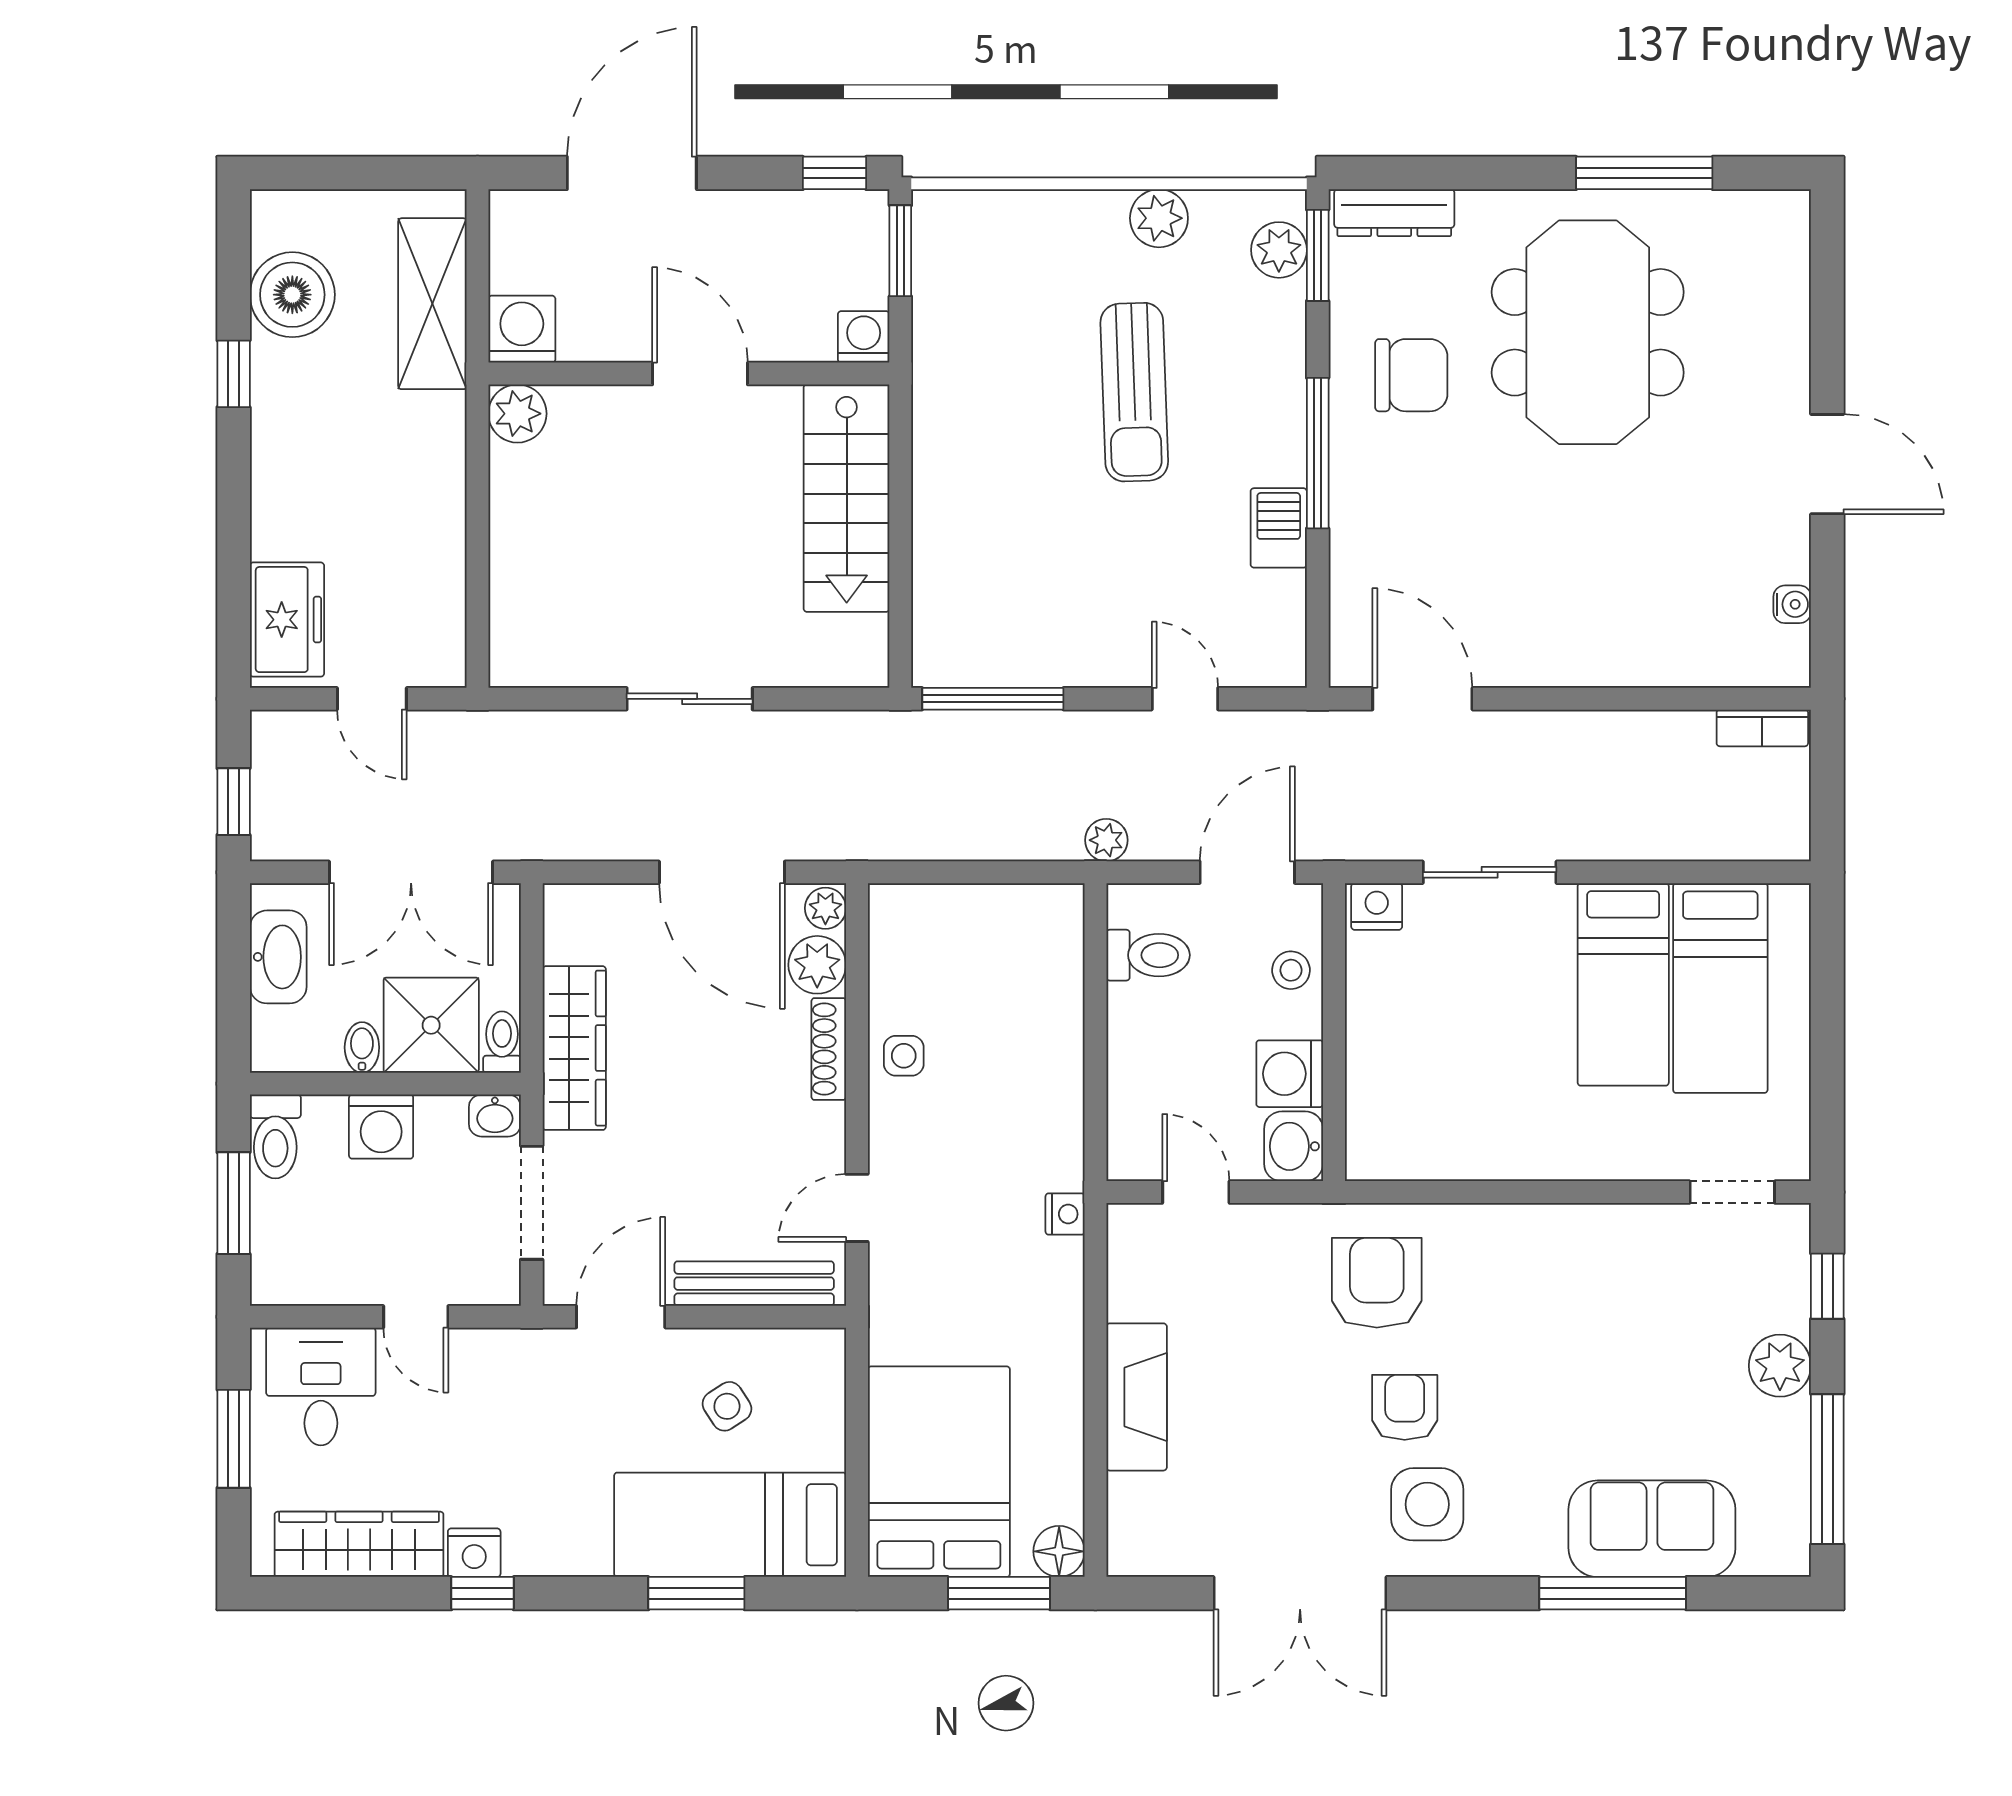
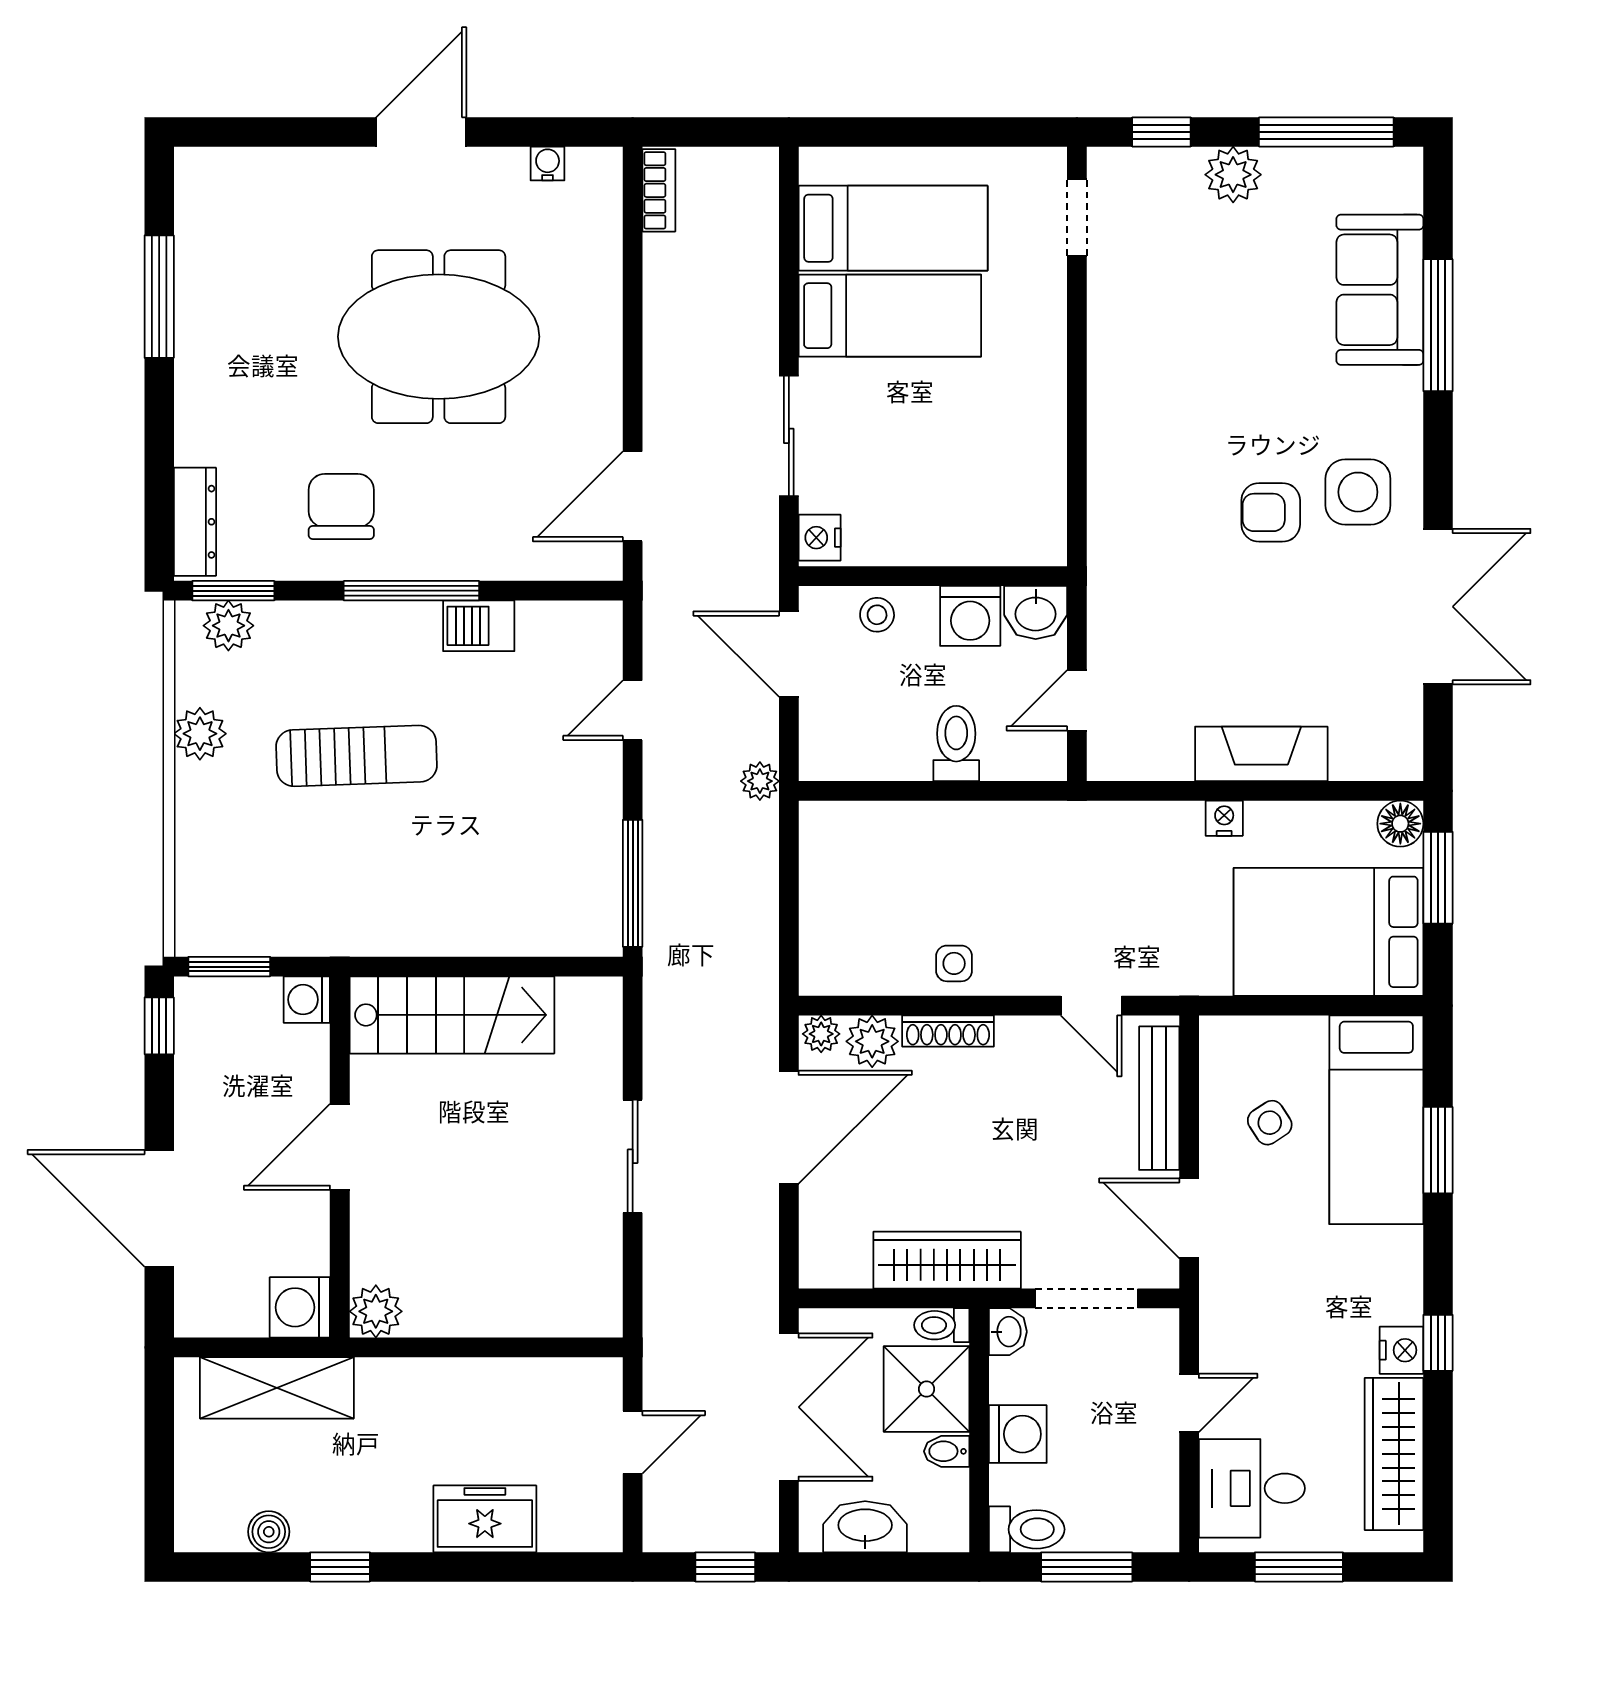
boiler: (292, 295) -> (269, 1532), width x0.54, depth x0.54
meeting table: (1588, 332) -> (439, 337), moved
freezer: (287, 620) -> (485, 1519), moved
toilet: (1148, 955) -> (956, 743), moved
nightstand: (1065, 1214) -> (1224, 818), moved
armchair: (1377, 1283) -> (1158, 538), removed

